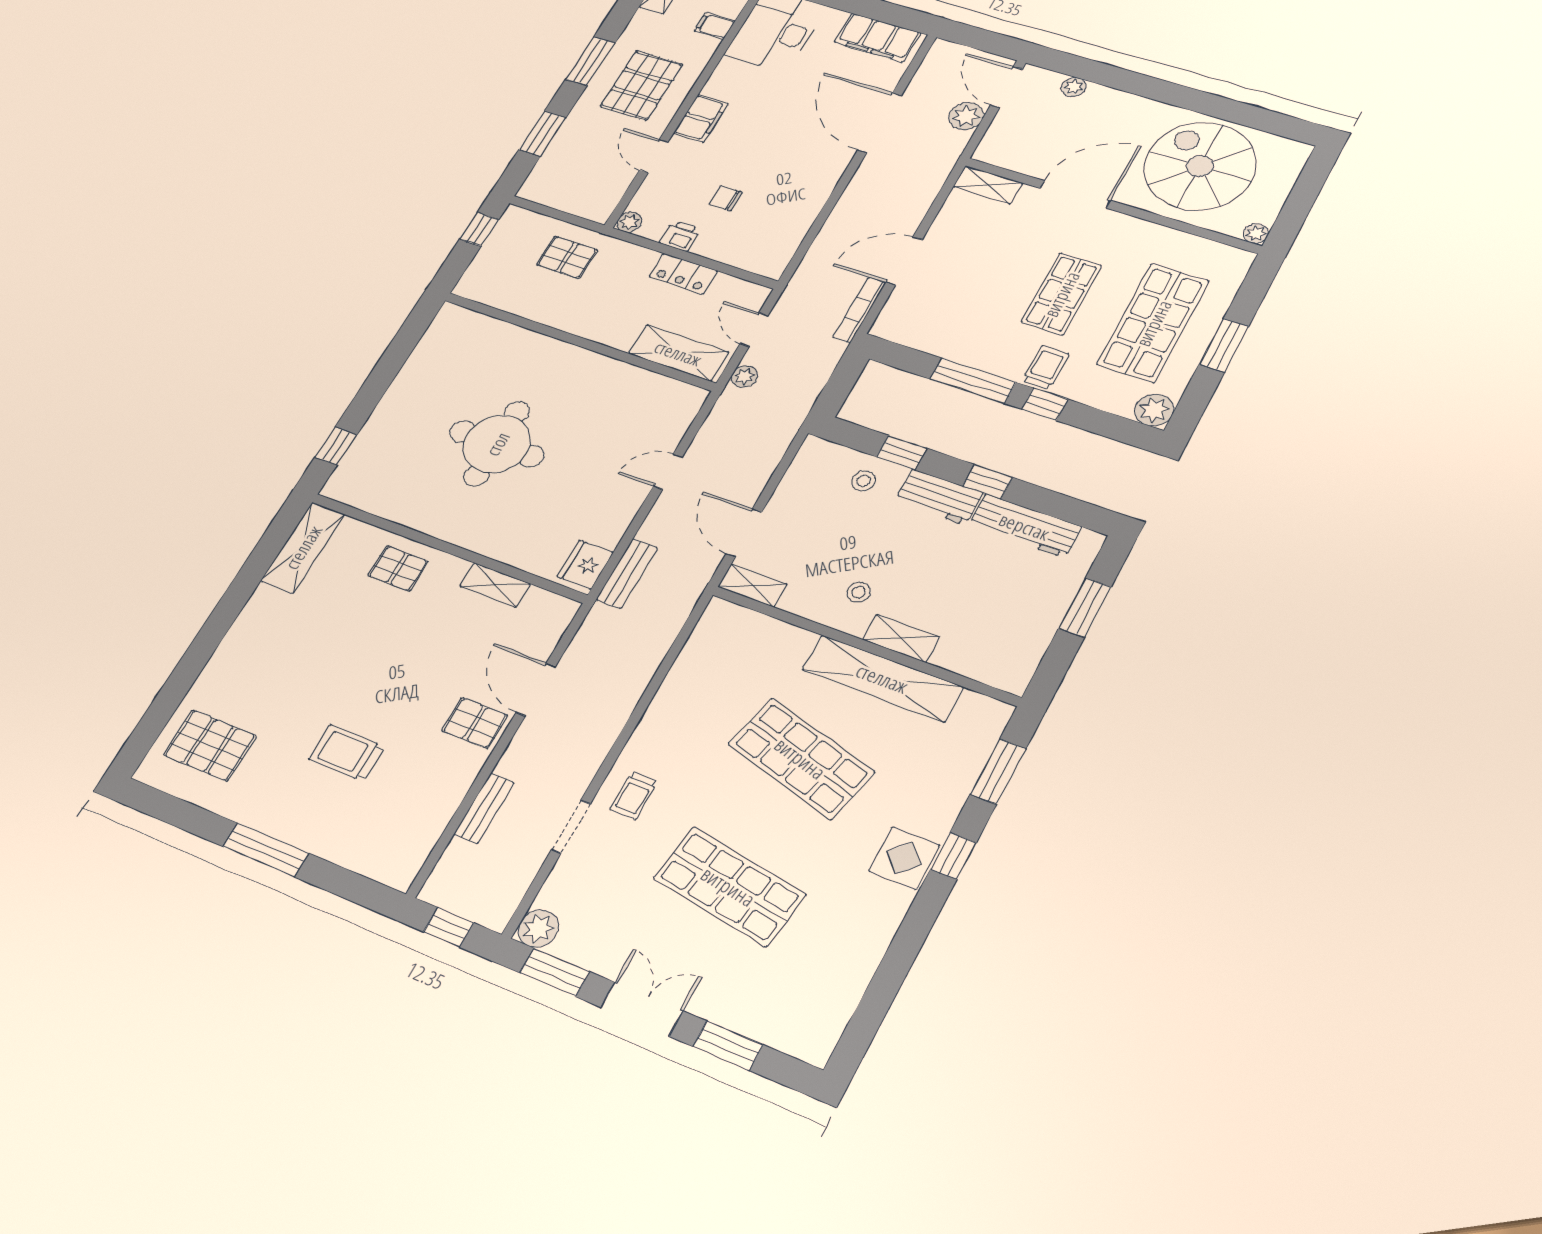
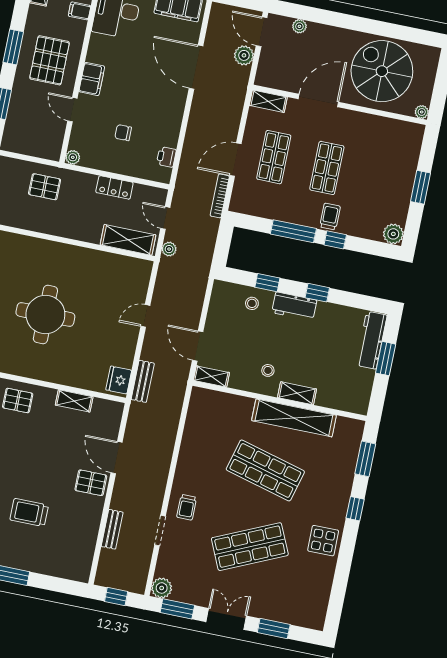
printer: (680, 236) -> (166, 157), moved, turned -90
shop shelf: (1153, 323) -> (274, 157), moved, width x0.70, depth x0.74
workbench: (1025, 526) -> (371, 340), moved, turned 90
display table: (904, 858) -> (323, 541), moved
shop shelf: (729, 886) -> (250, 547), turned -33

